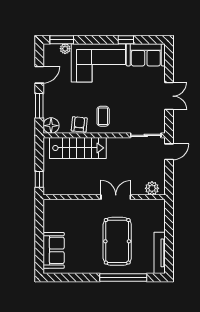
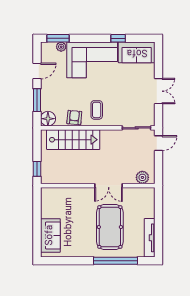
double door: (116, 197) -> (109, 186), swing flipped

